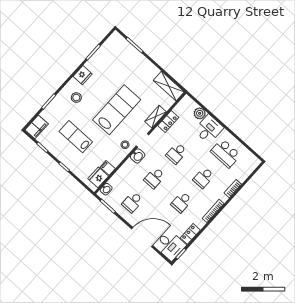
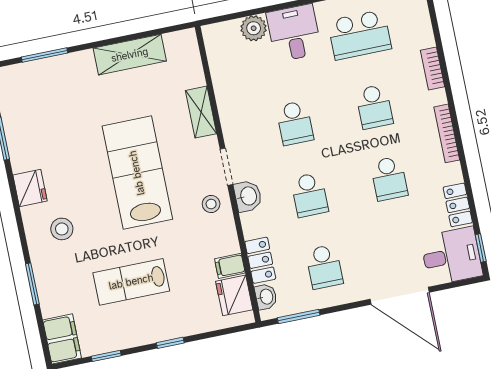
shelving: (169, 86) -> (130, 55), moved
locker: (168, 121) -> (260, 260), moved
door: (142, 237) -> (400, 296), swing flipped

